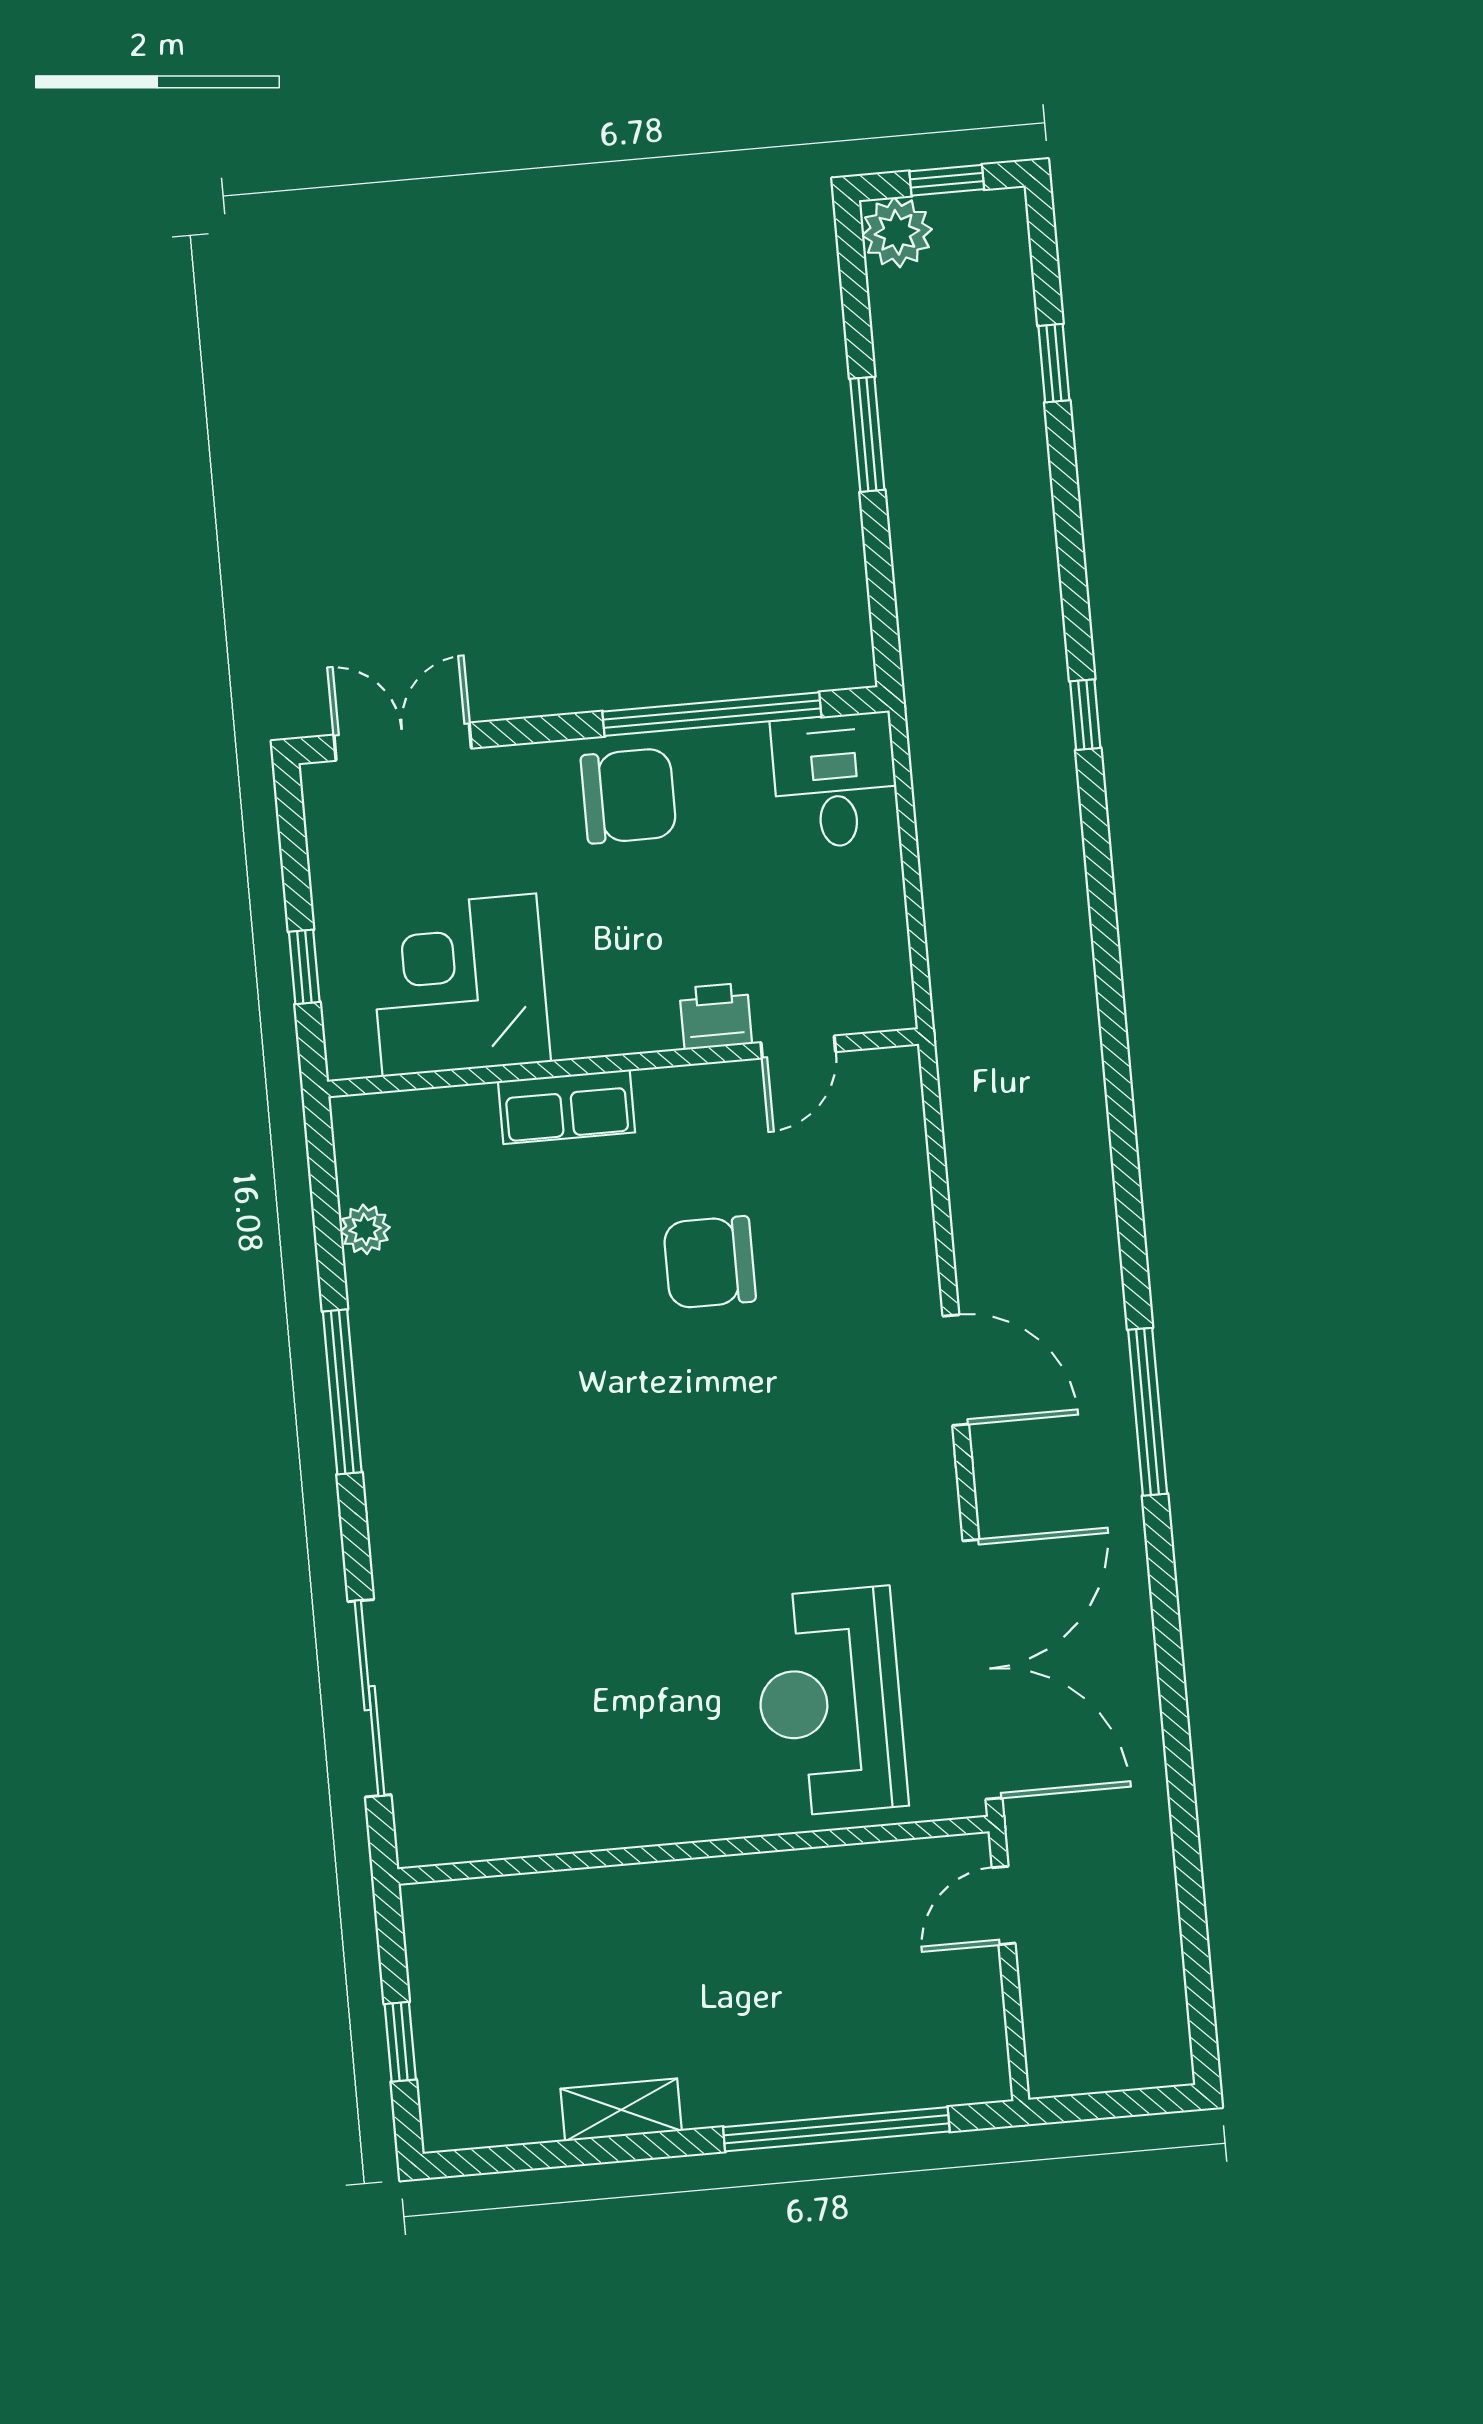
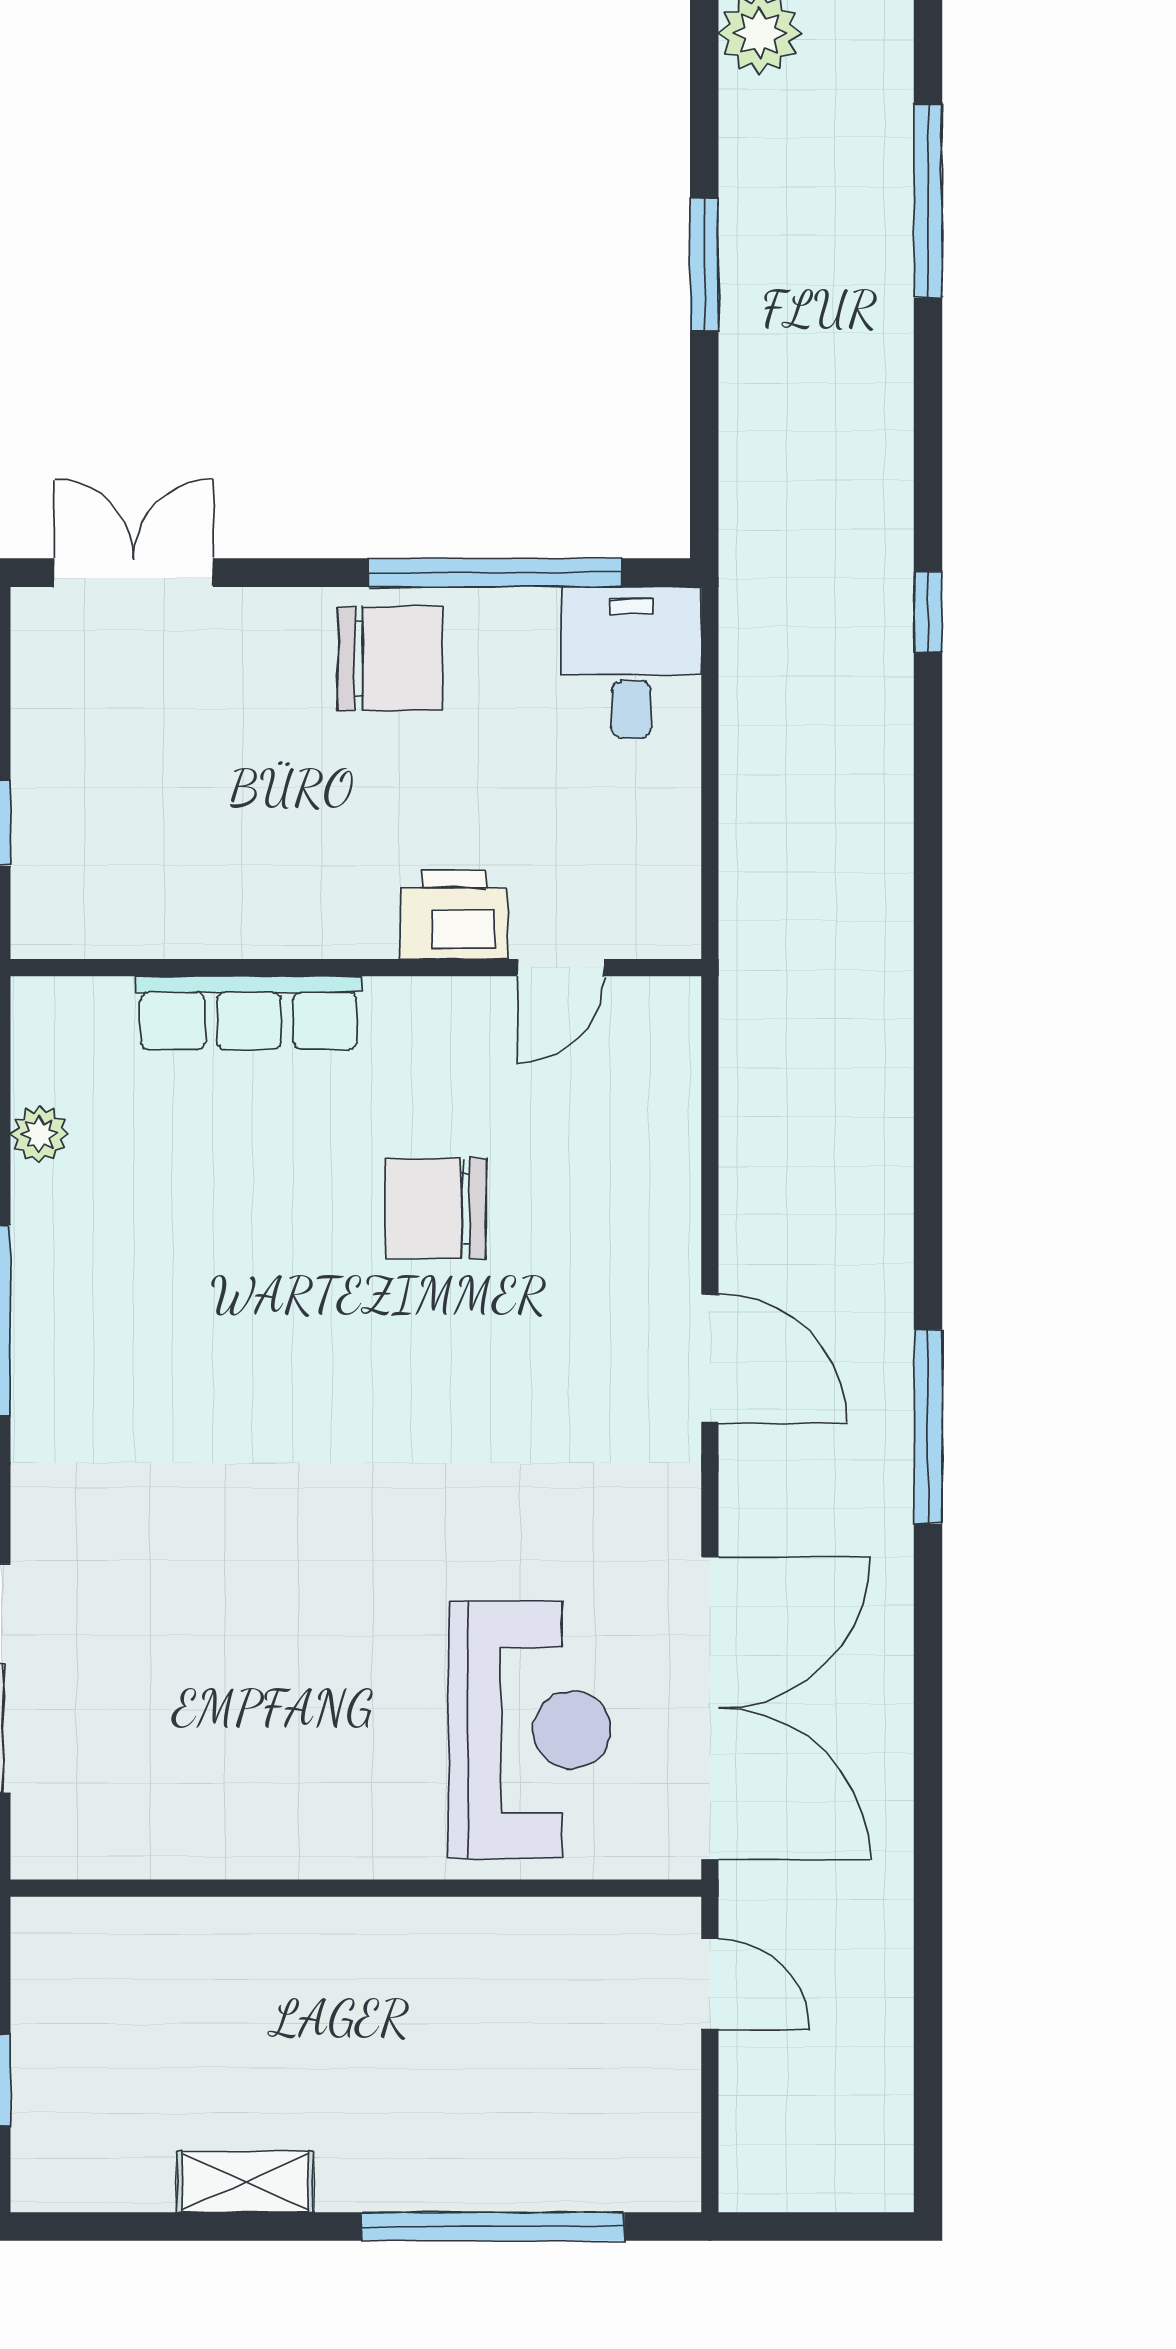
window: (1054, 363) -> (928, 201), width x2.17
corner desk: (459, 985) -> (174, 861), removed
printer: (716, 1016) -> (454, 915), width x1.36, depth x1.24
row of seats: (566, 1107) -> (249, 1013), width x1.48
reception desk: (830, 1702) -> (530, 1730), turned 180
door: (1004, 1905) -> (710, 1984), swing flipped

